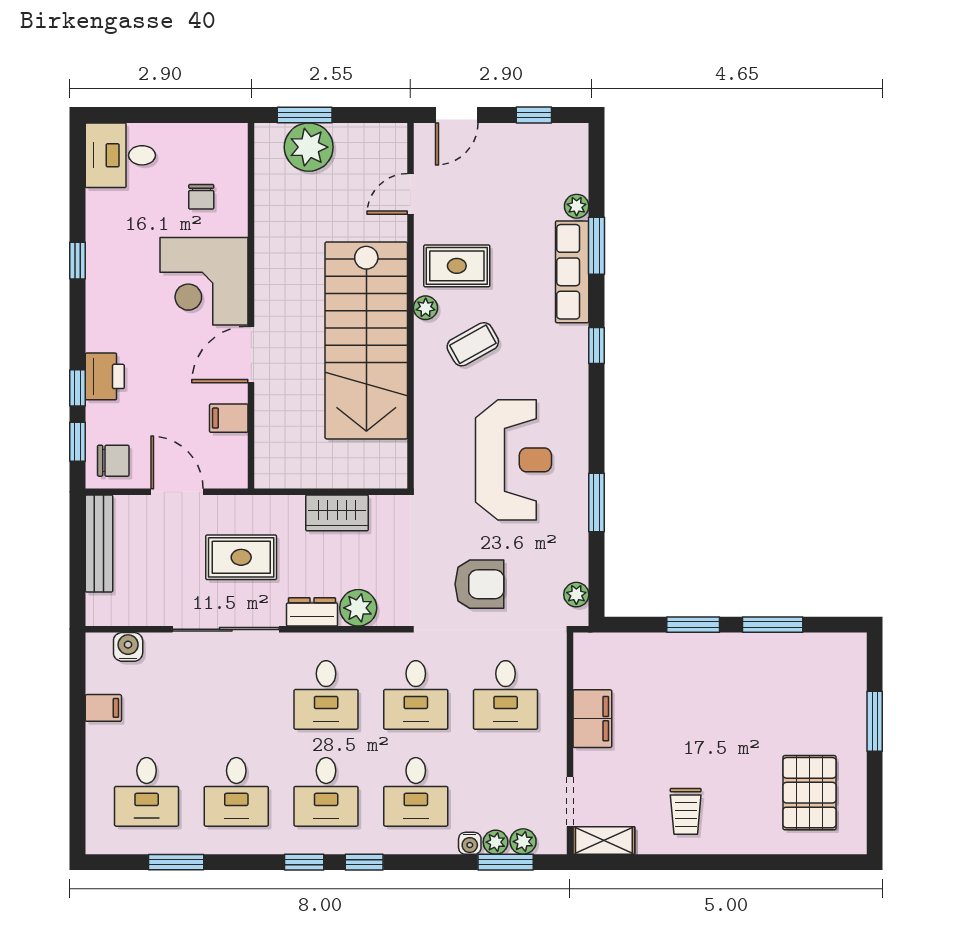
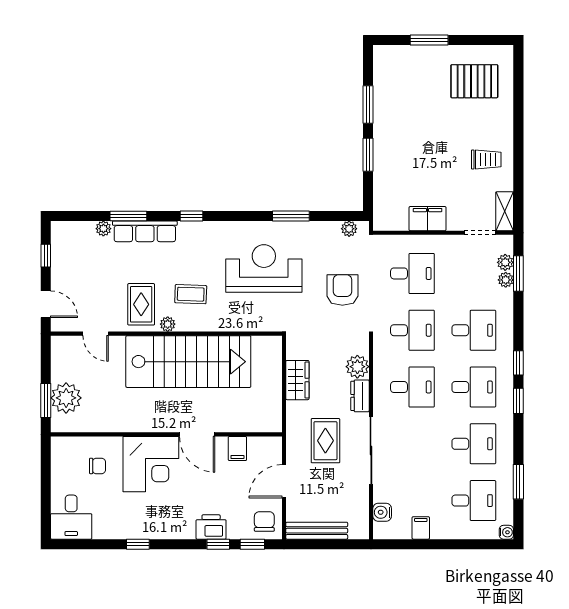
coffee table: (473, 344) -> (191, 294), turned -59
water cooler: (470, 843) -> (506, 532), moved

